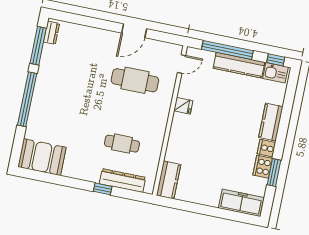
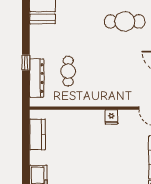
cafe table: (135, 80) -> (125, 21), moved, turned 90
kitchen counter: (169, 180) -> (38, 134), moved, turned -90

